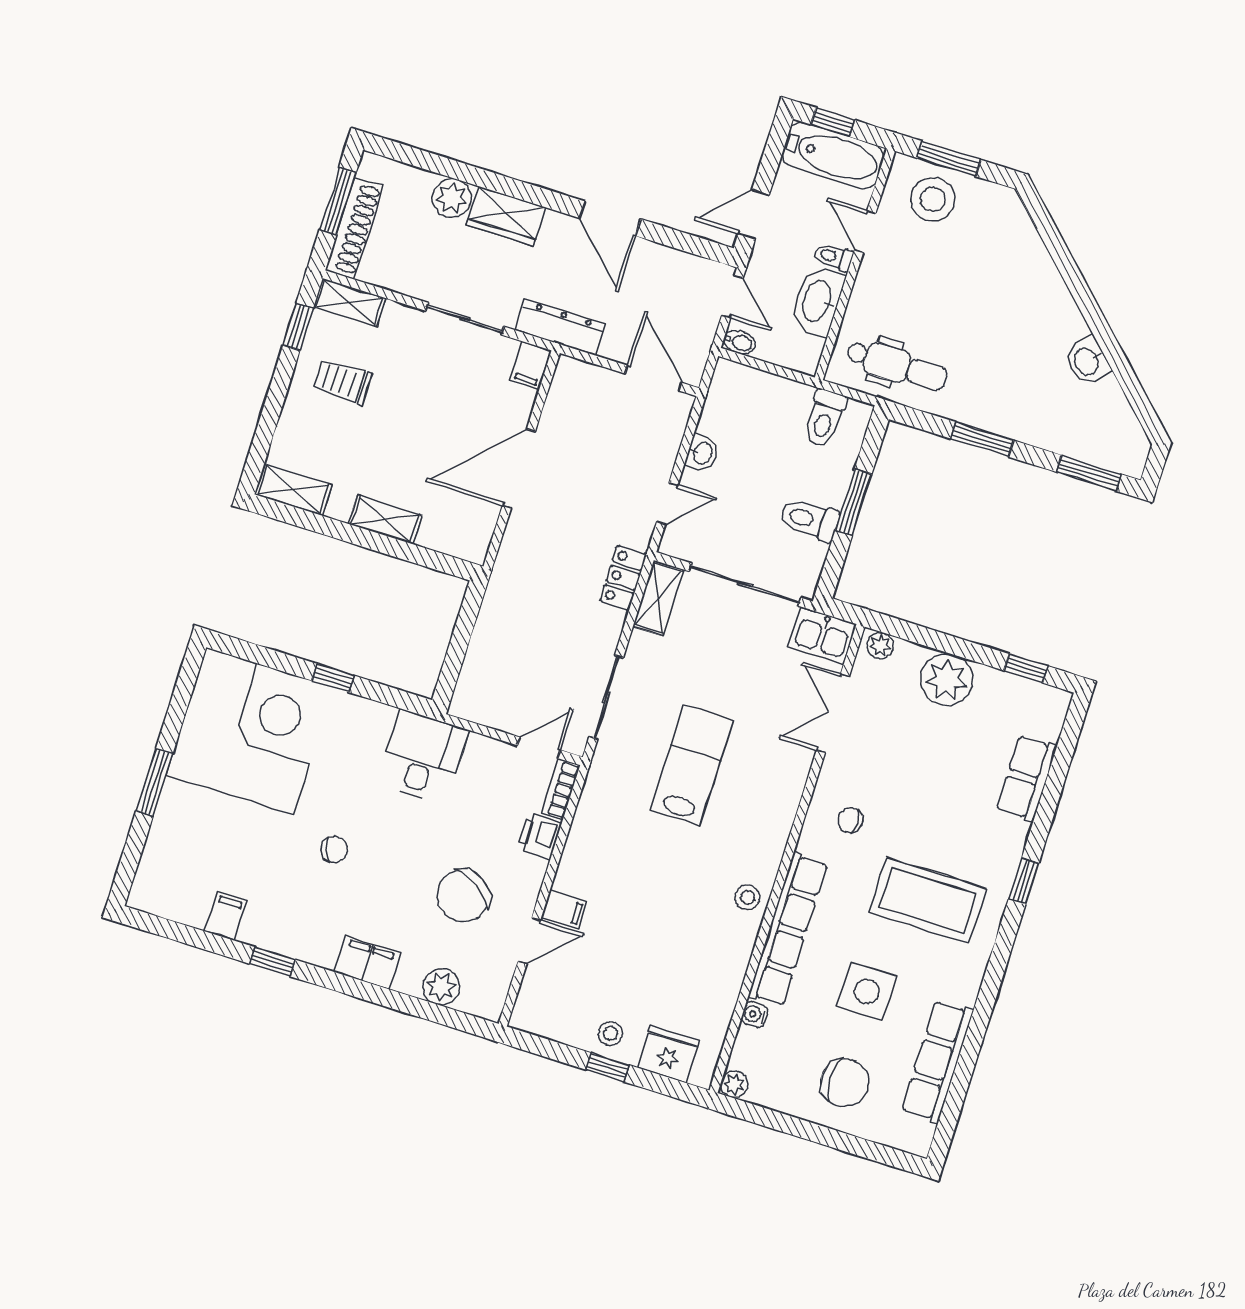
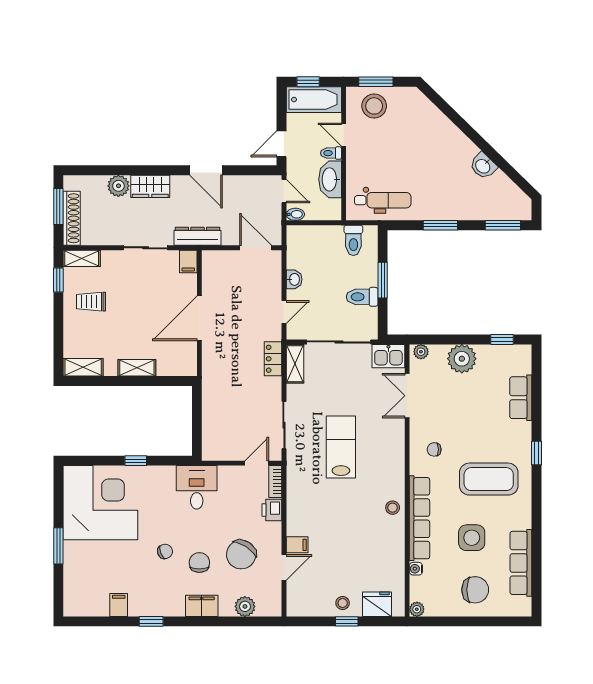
chair: (387, 887) -> (199, 563), added

